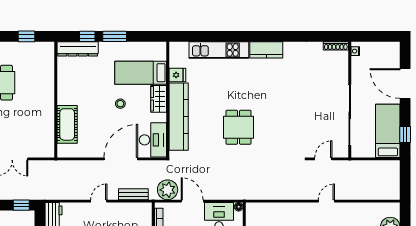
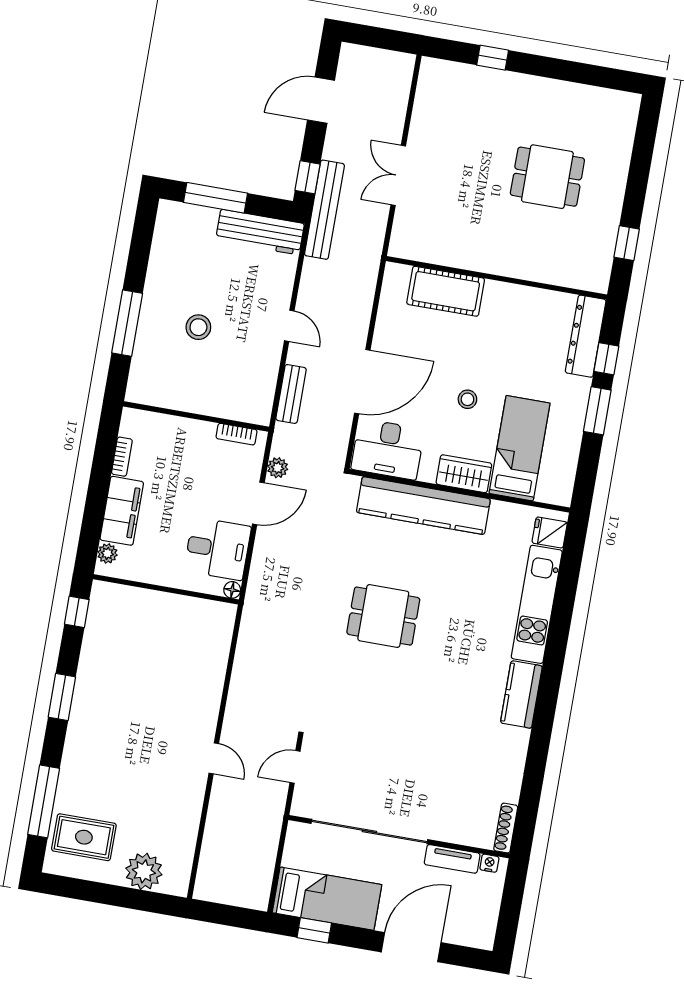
tv unit: (356, 71) -> (452, 859), added
fridge: (177, 75) -> (550, 533), moved, turned 90
door: (121, 159) -> (362, 382), hinge flipped
door: (323, 159) -> (295, 767), swing flipped
plant: (168, 190) -> (278, 468), width x0.53, depth x0.53
bench: (36, 194) -> (324, 210), added

